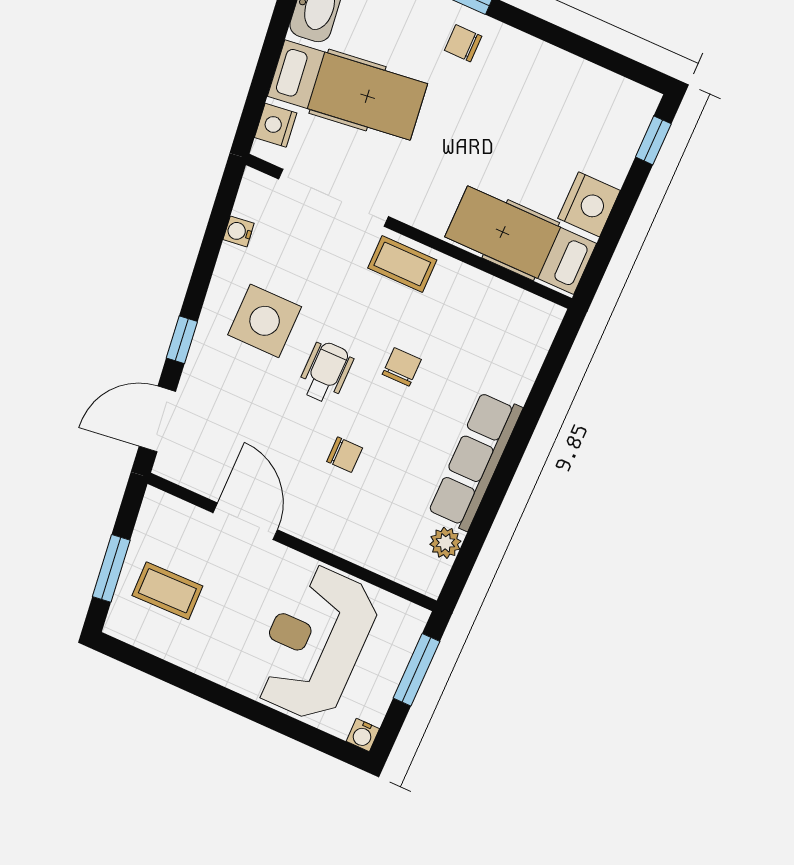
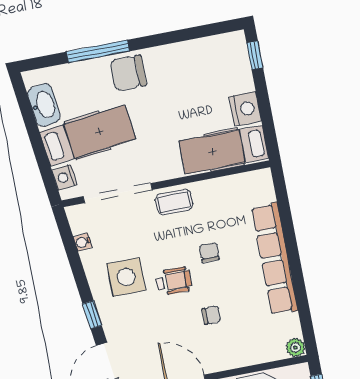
chair: (463, 43) -> (128, 73), width x1.87, depth x1.87
wheelchair: (326, 372) -> (174, 281), turned 90
row of seats: (475, 461) -> (275, 259), width x1.36
plant: (445, 543) -> (295, 347), moved

